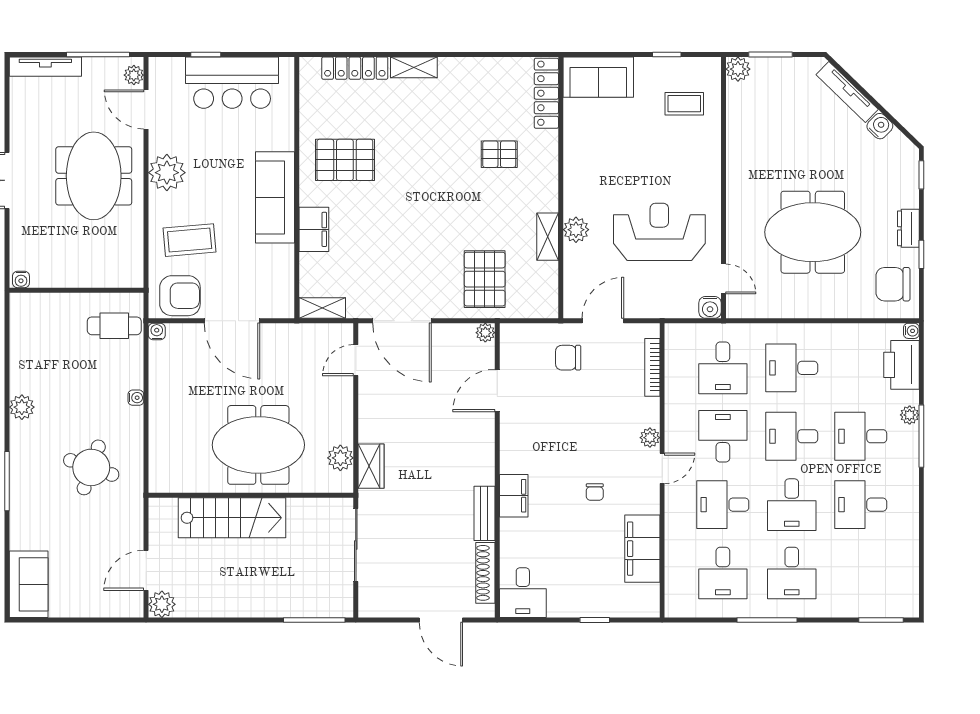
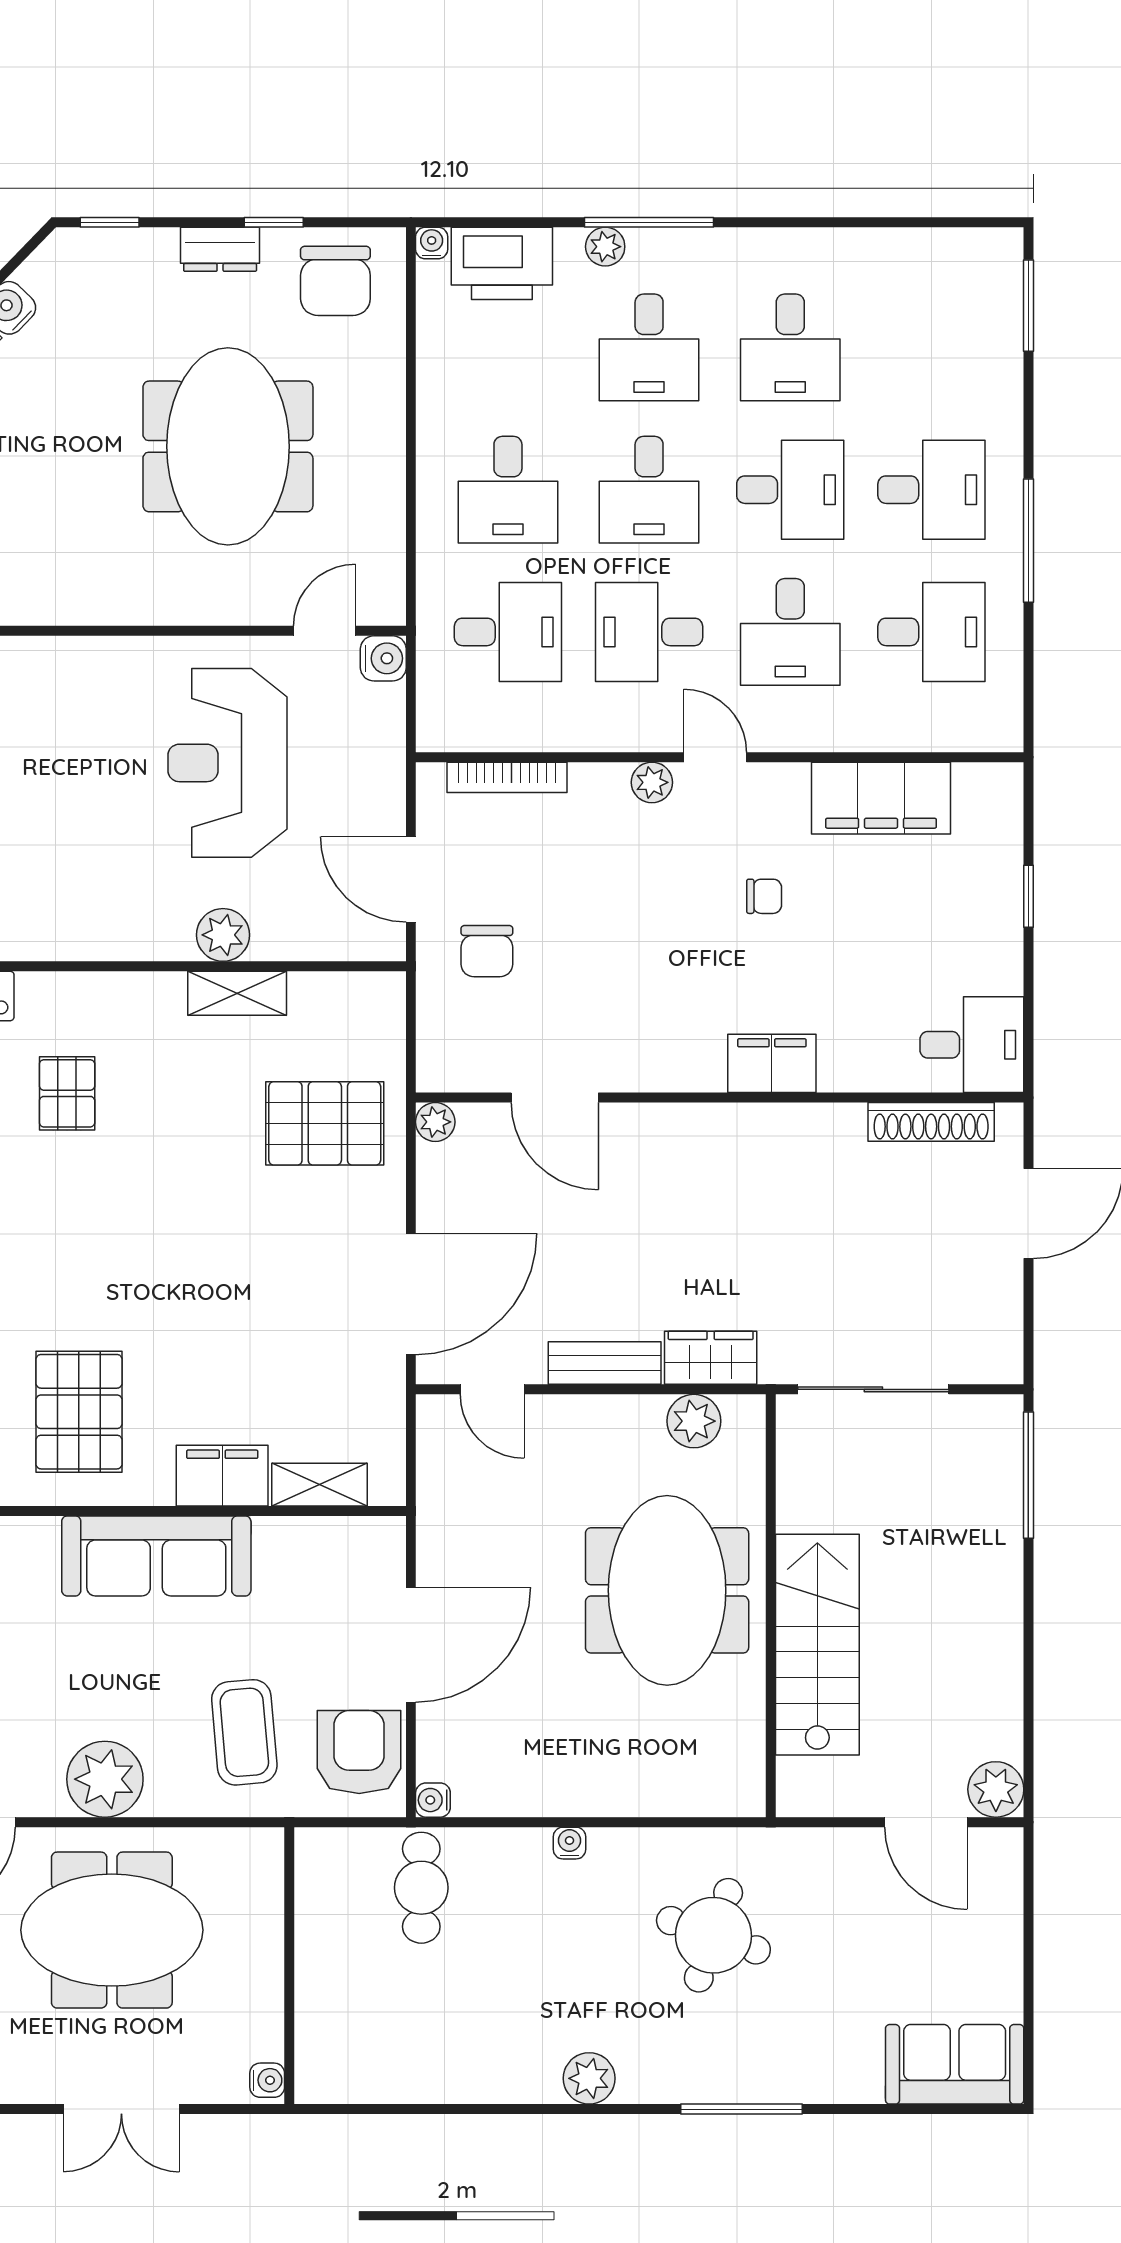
water cooler: (21, 279) -> (267, 2080), moved
wall: (76, 290) -> (289, 1966), moved
shelving: (322, 308) -> (320, 1485), moved, turned 90
bench: (484, 513) -> (605, 1363), moved

